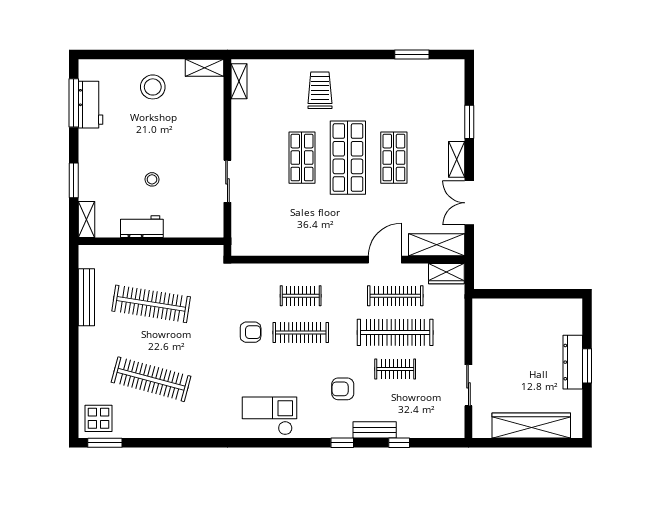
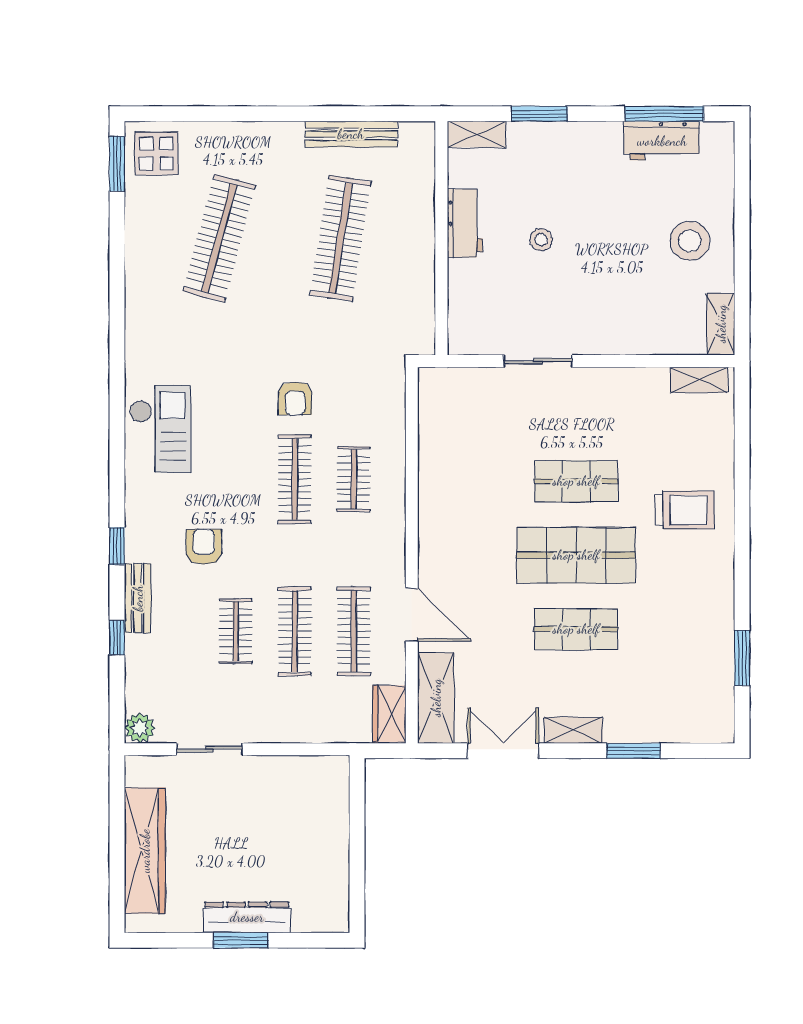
clothes rail: (395, 332) -> (295, 631), width x0.73, depth x0.76
plant: (455, 429) -> (140, 728), added

